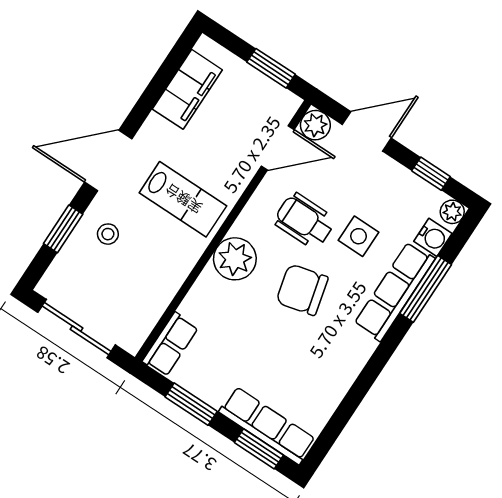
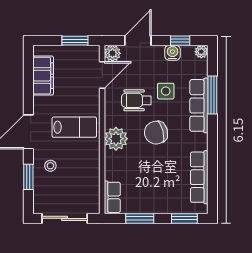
water cooler: (433, 237) -> (172, 53), moved, turned -90
row of seats: (267, 426) -> (199, 177), moved, turned -90

